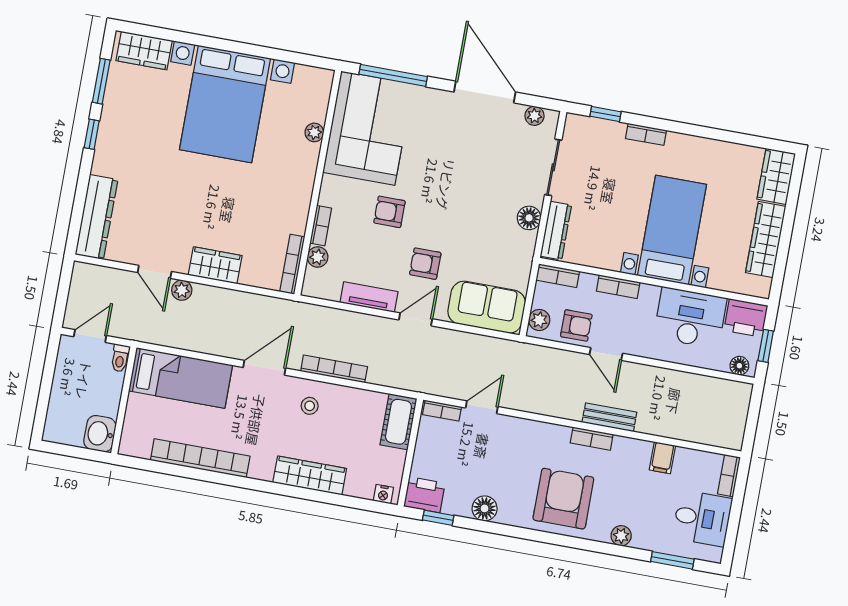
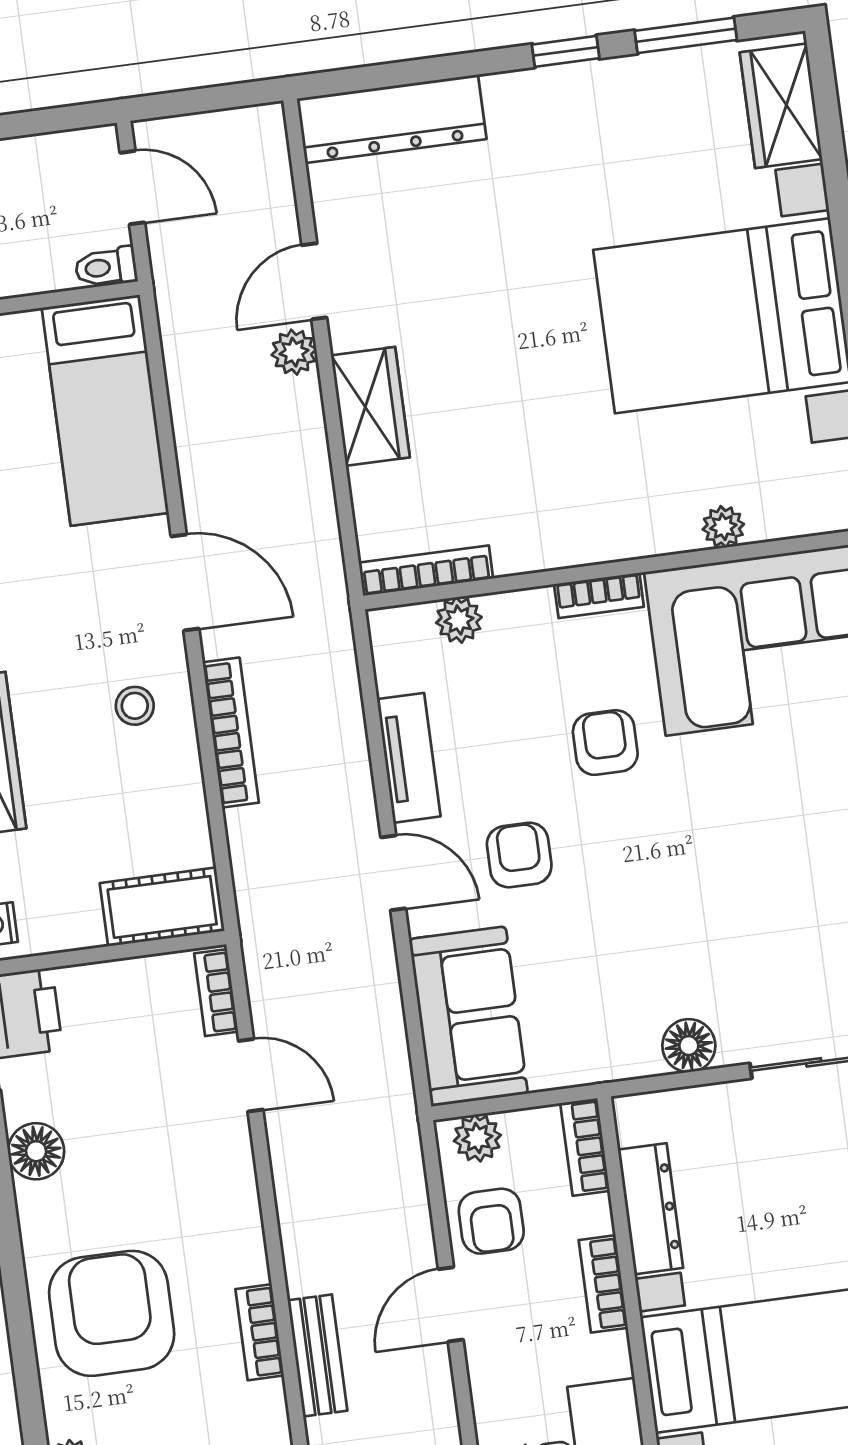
bookcase: (321, 226) -> (599, 595), moved
dresser: (556, 231) -> (650, 1209), moved, turned -90
armchair: (563, 499) -> (112, 1313), turned -90

